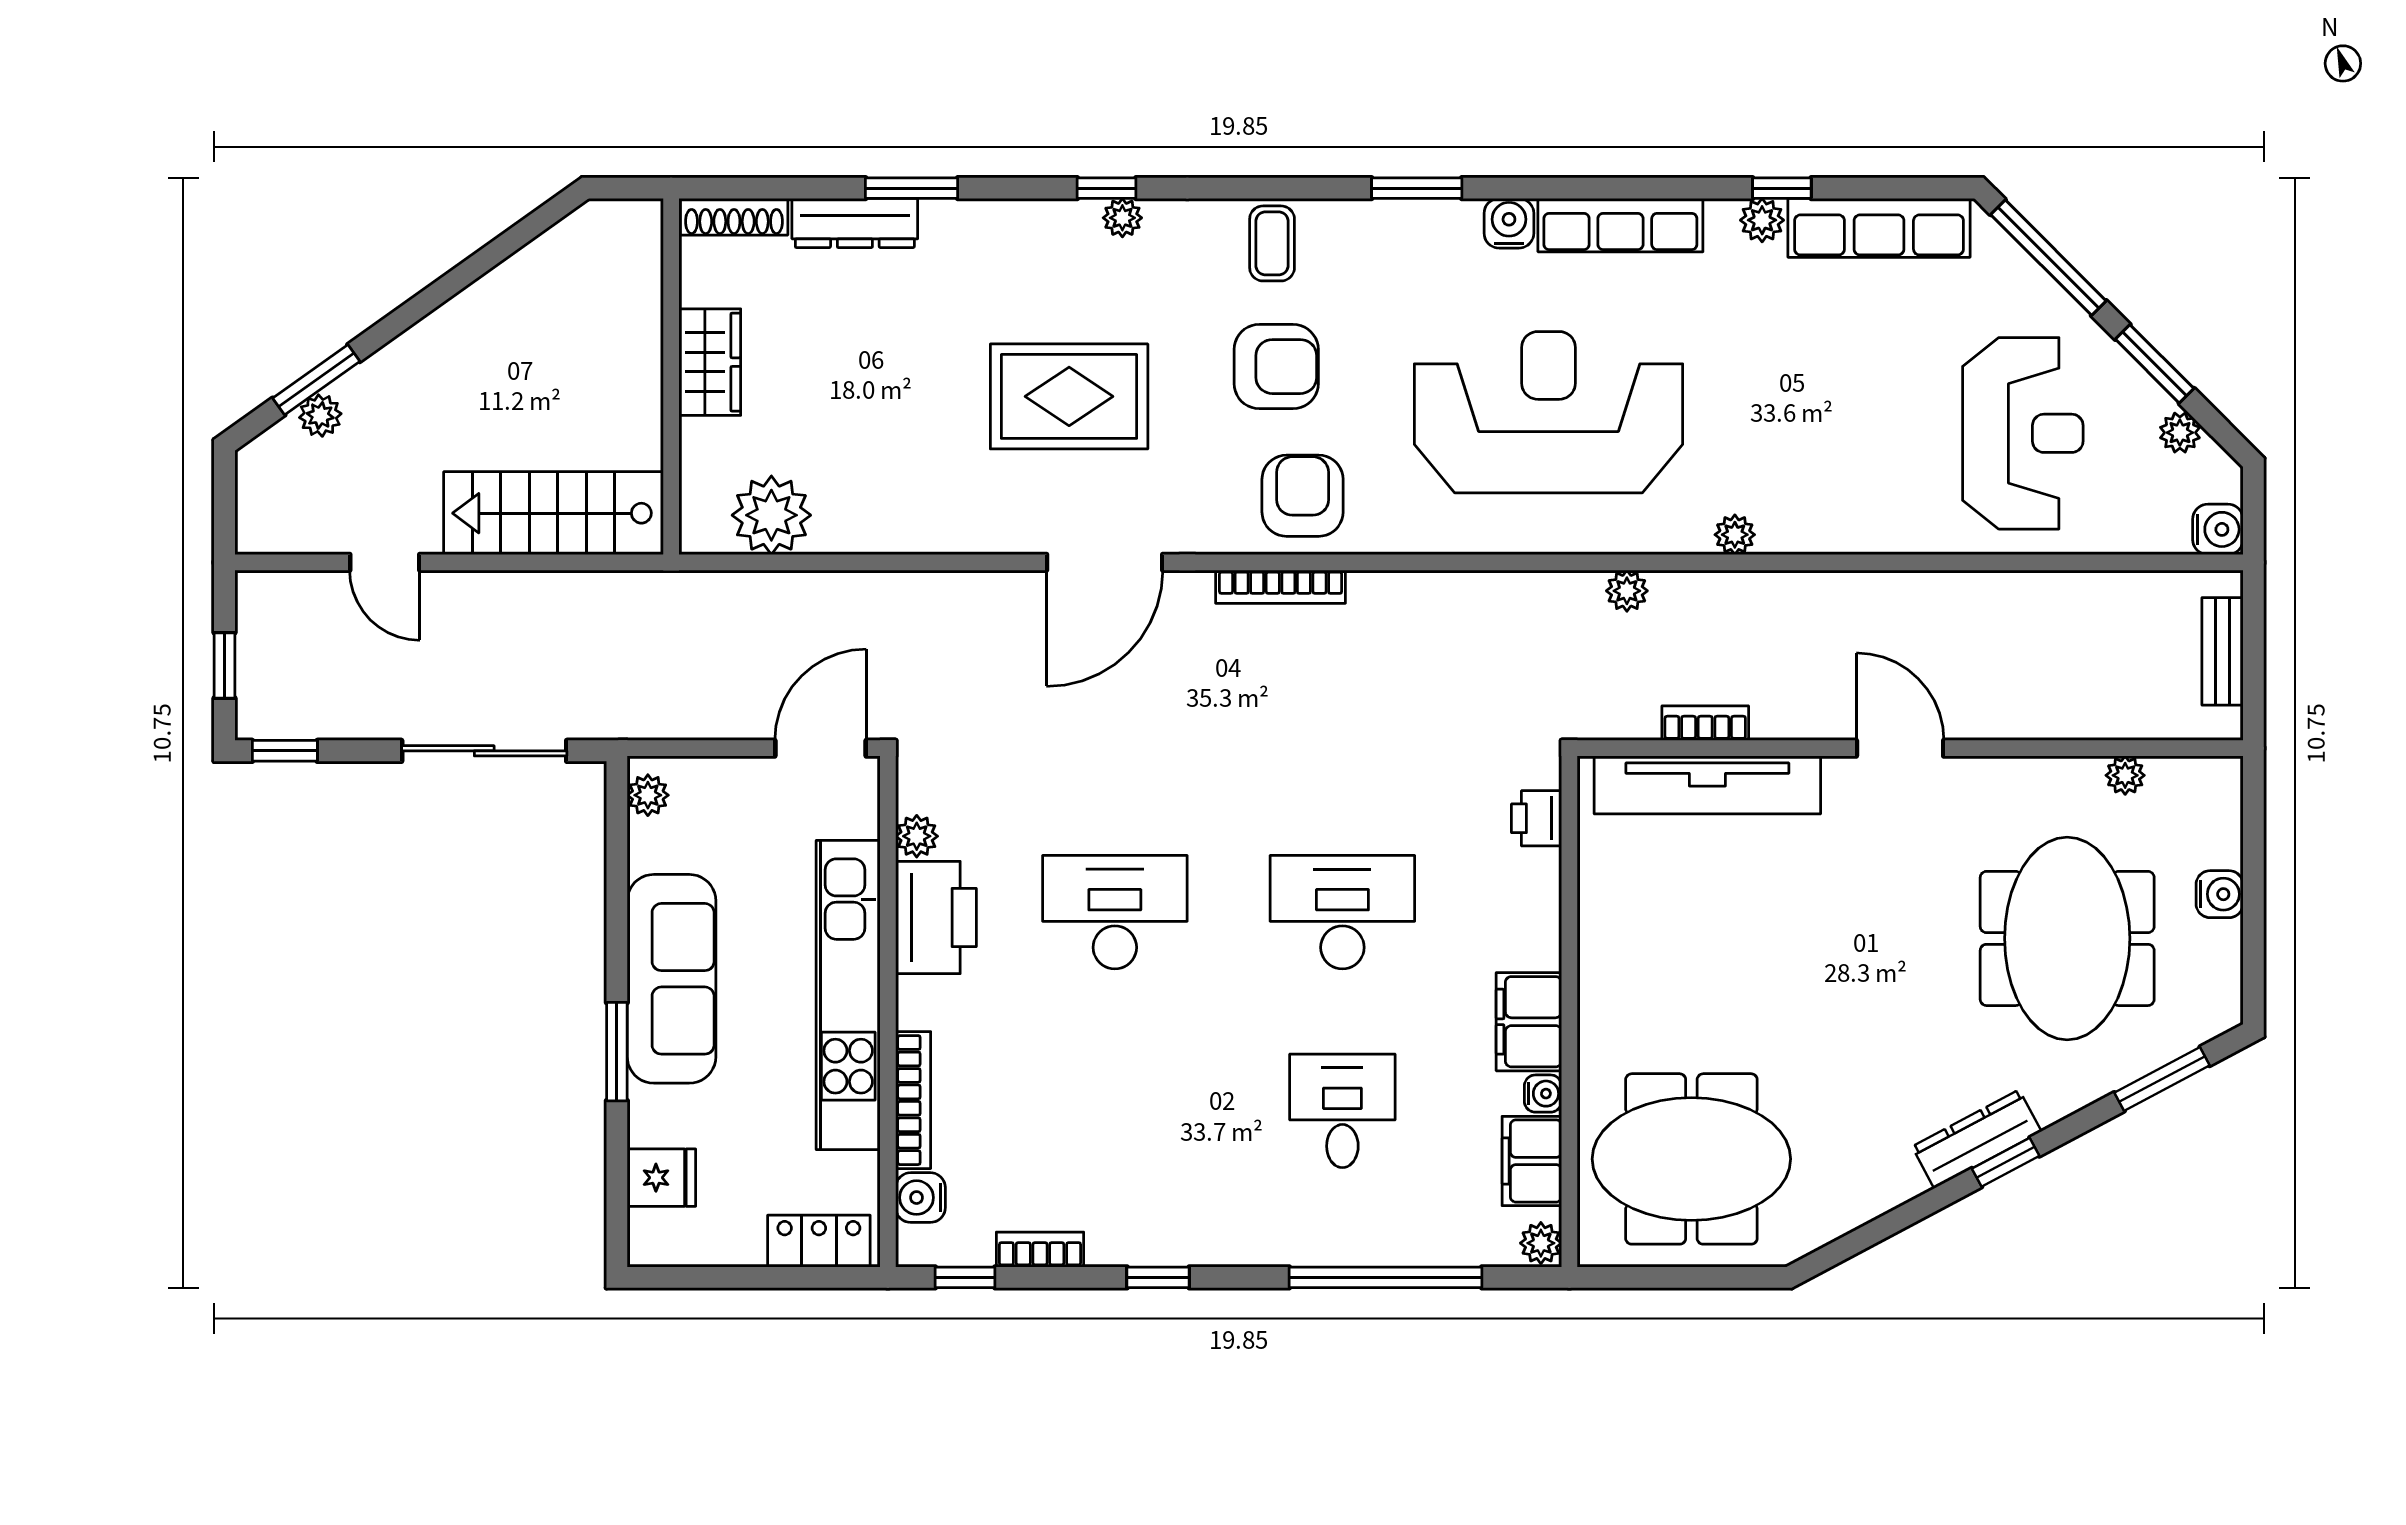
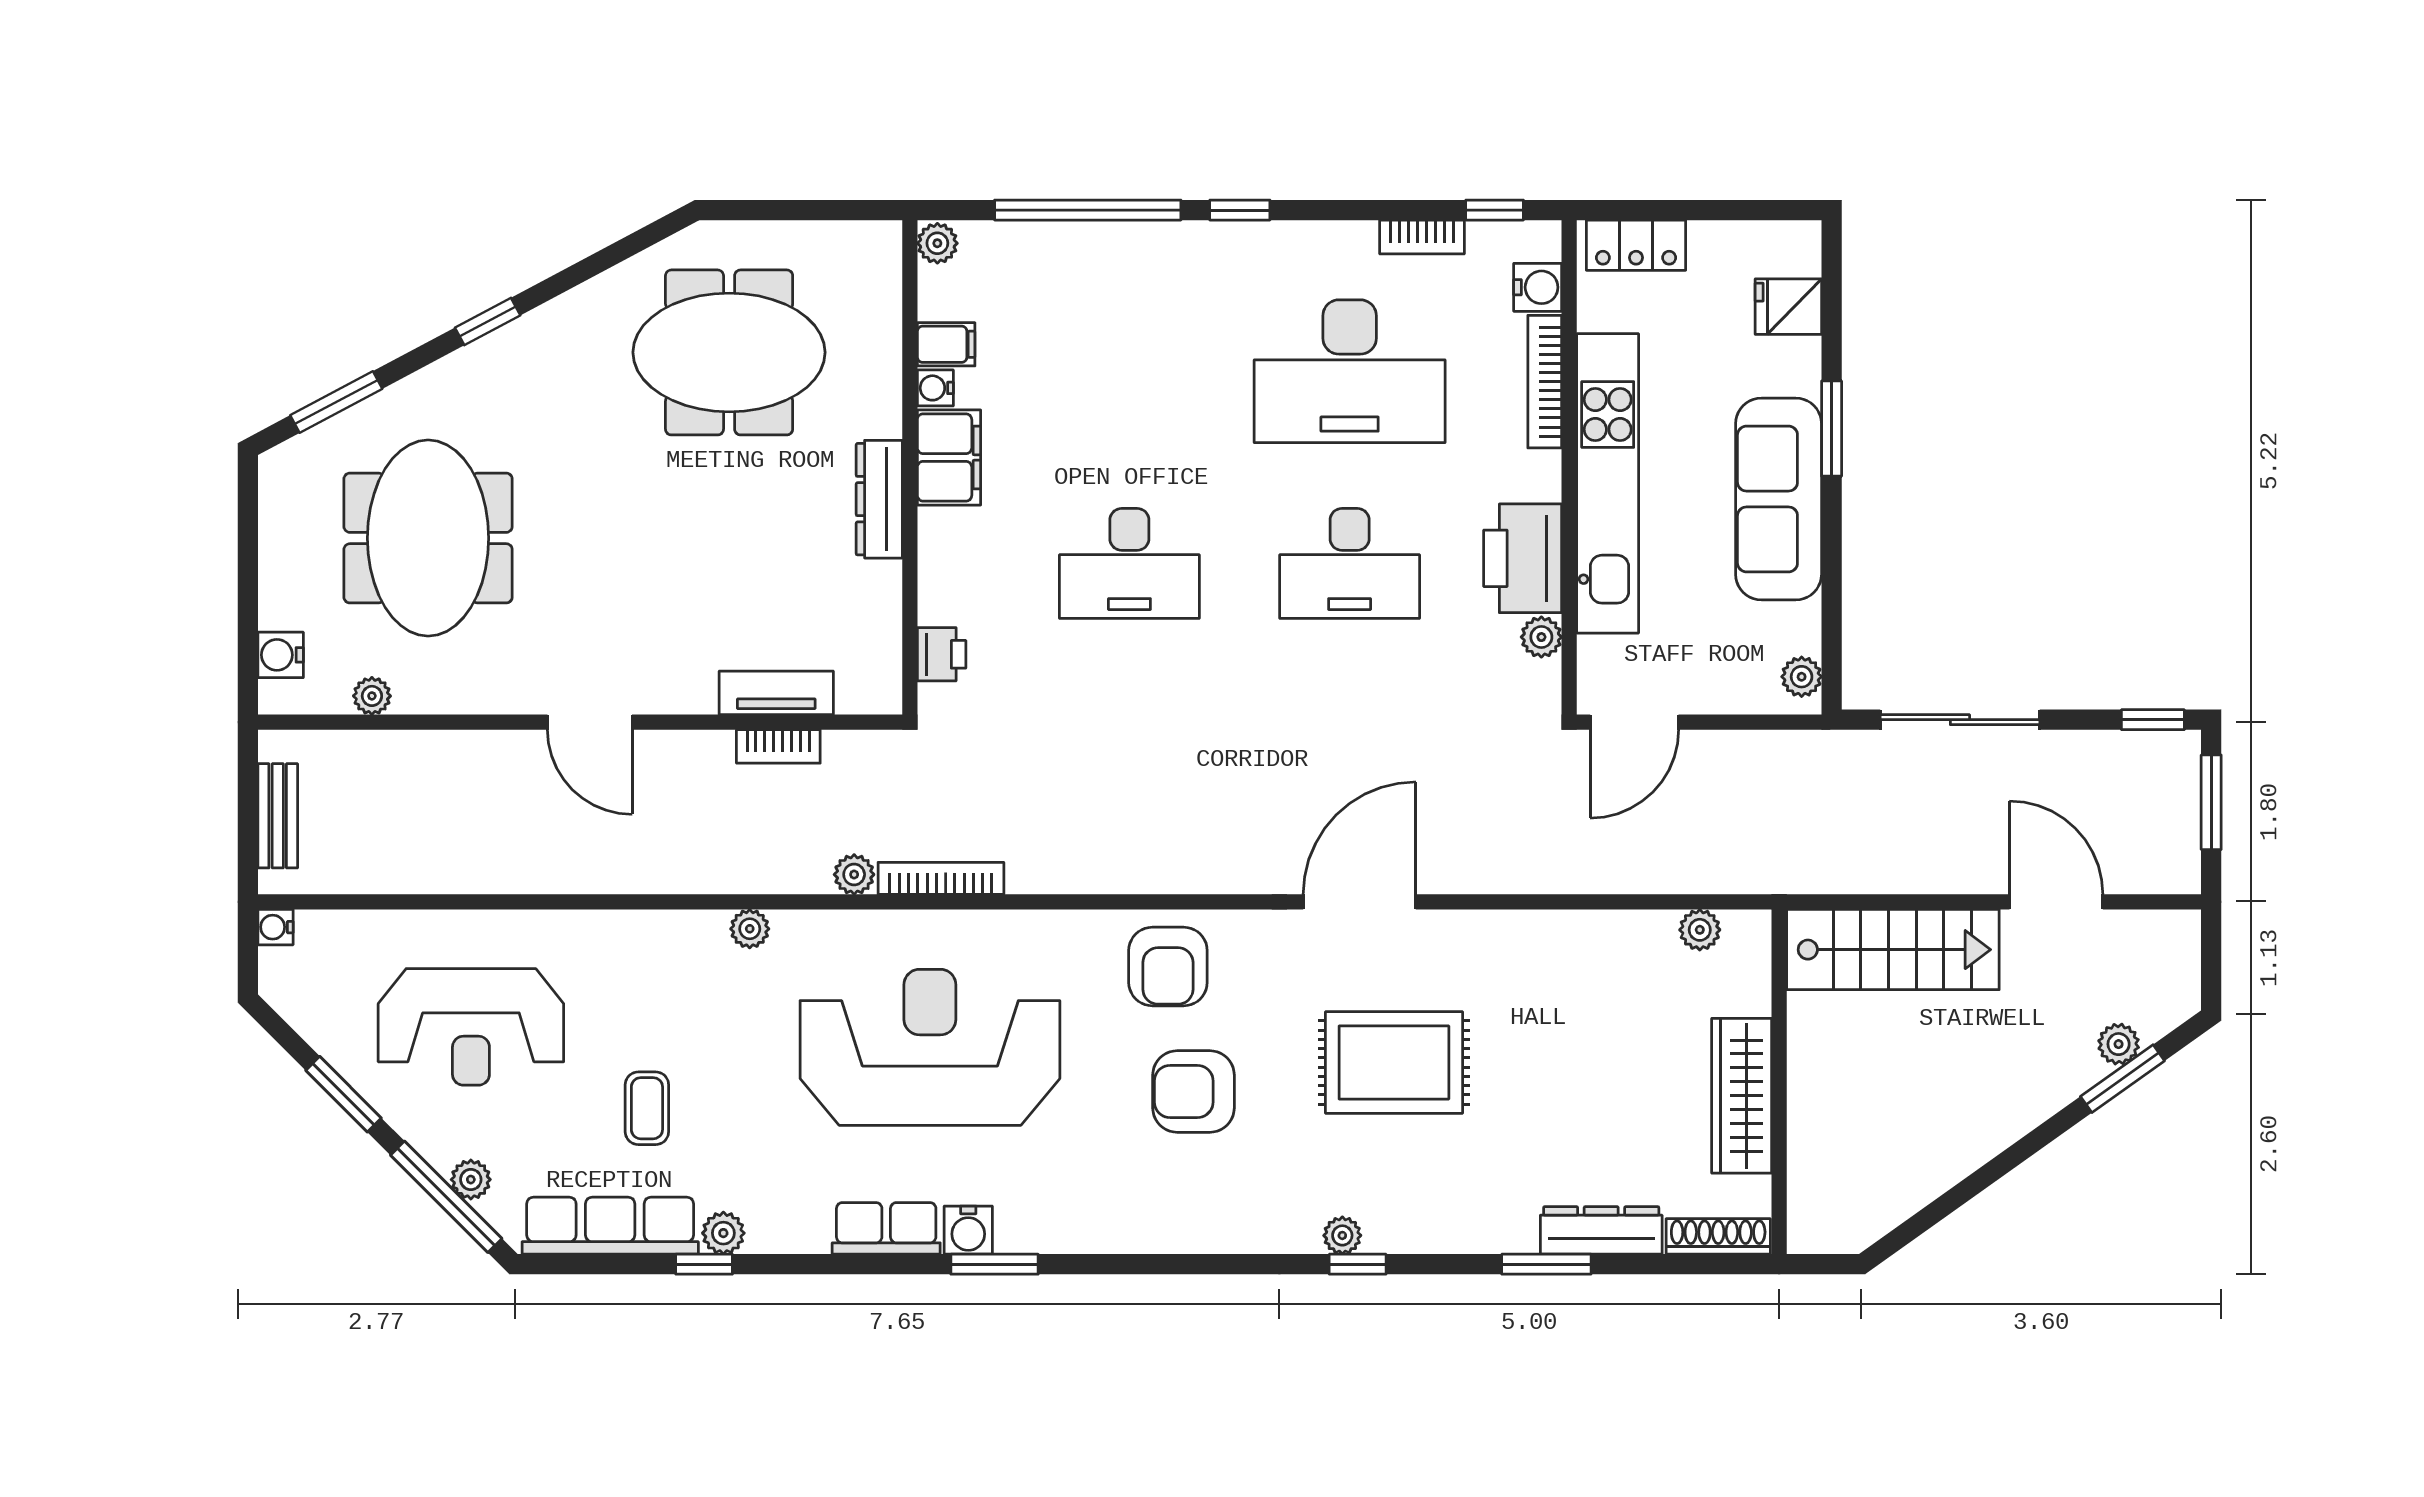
window: (1417, 188) -> (994, 1264), moved
row of seats: (1620, 225) -> (886, 1228), width x0.68
coffee table: (1272, 243) -> (647, 1108), moved
wardrobe: (710, 362) -> (1742, 1096), width x1.50
reception desk: (1549, 412) -> (930, 1047), turned 180
reception desk: (2023, 433) -> (471, 1027), turned -90
plant: (2180, 433) -> (471, 1180), moved
plant: (771, 515) -> (1700, 930), width x0.53, depth x0.53
water cooler: (2218, 529) -> (275, 927), width x0.72, depth x0.72
door: (385, 562) -> (2056, 902), width x1.38
bookcase: (1281, 587) -> (941, 878), moved
window: (225, 665) -> (2211, 802), width x1.50
tv unit: (1707, 785) -> (776, 693), width x0.52, depth x0.78
water cooler: (2220, 894) -> (281, 655), moved
desk: (1342, 1111) -> (1350, 371), moved, width x1.87, depth x1.30
dresser: (1977, 1139) -> (879, 499), moved, turned 118
meeting table: (1691, 1159) -> (729, 352), moved
filing cabinet: (1532, 1161) -> (946, 344), width x0.50
window: (1158, 1277) -> (1240, 210), moved

